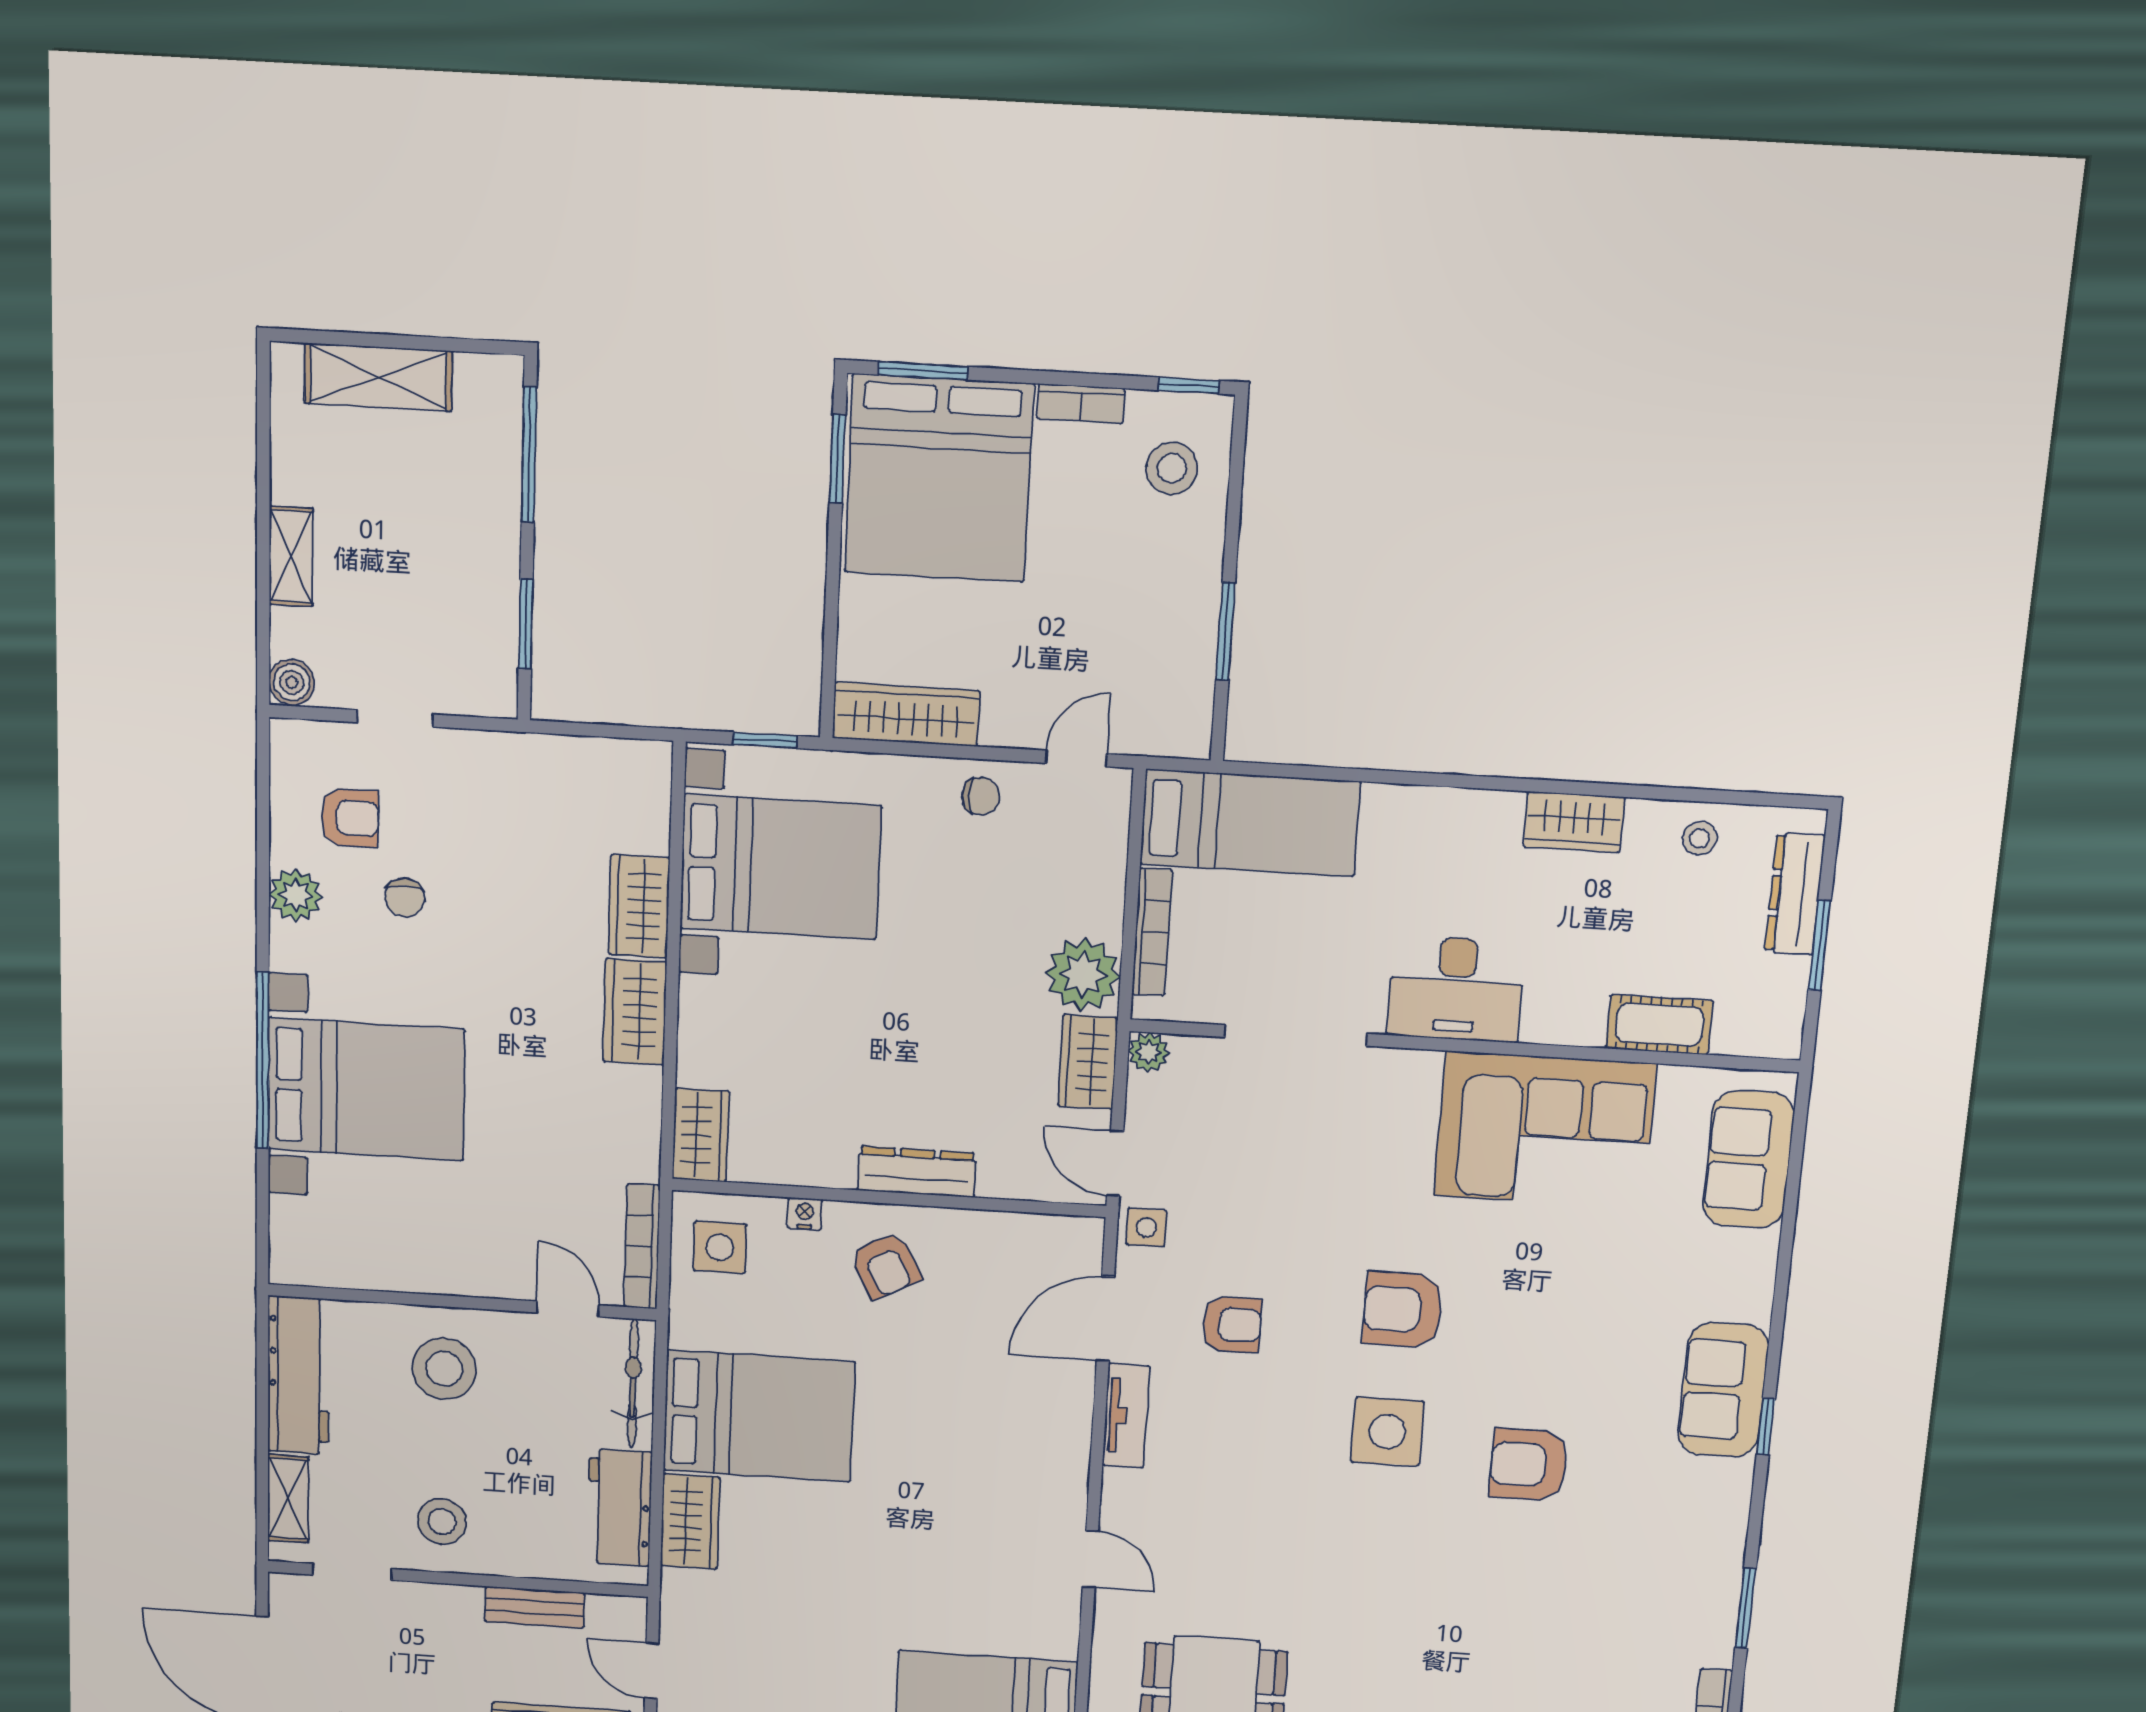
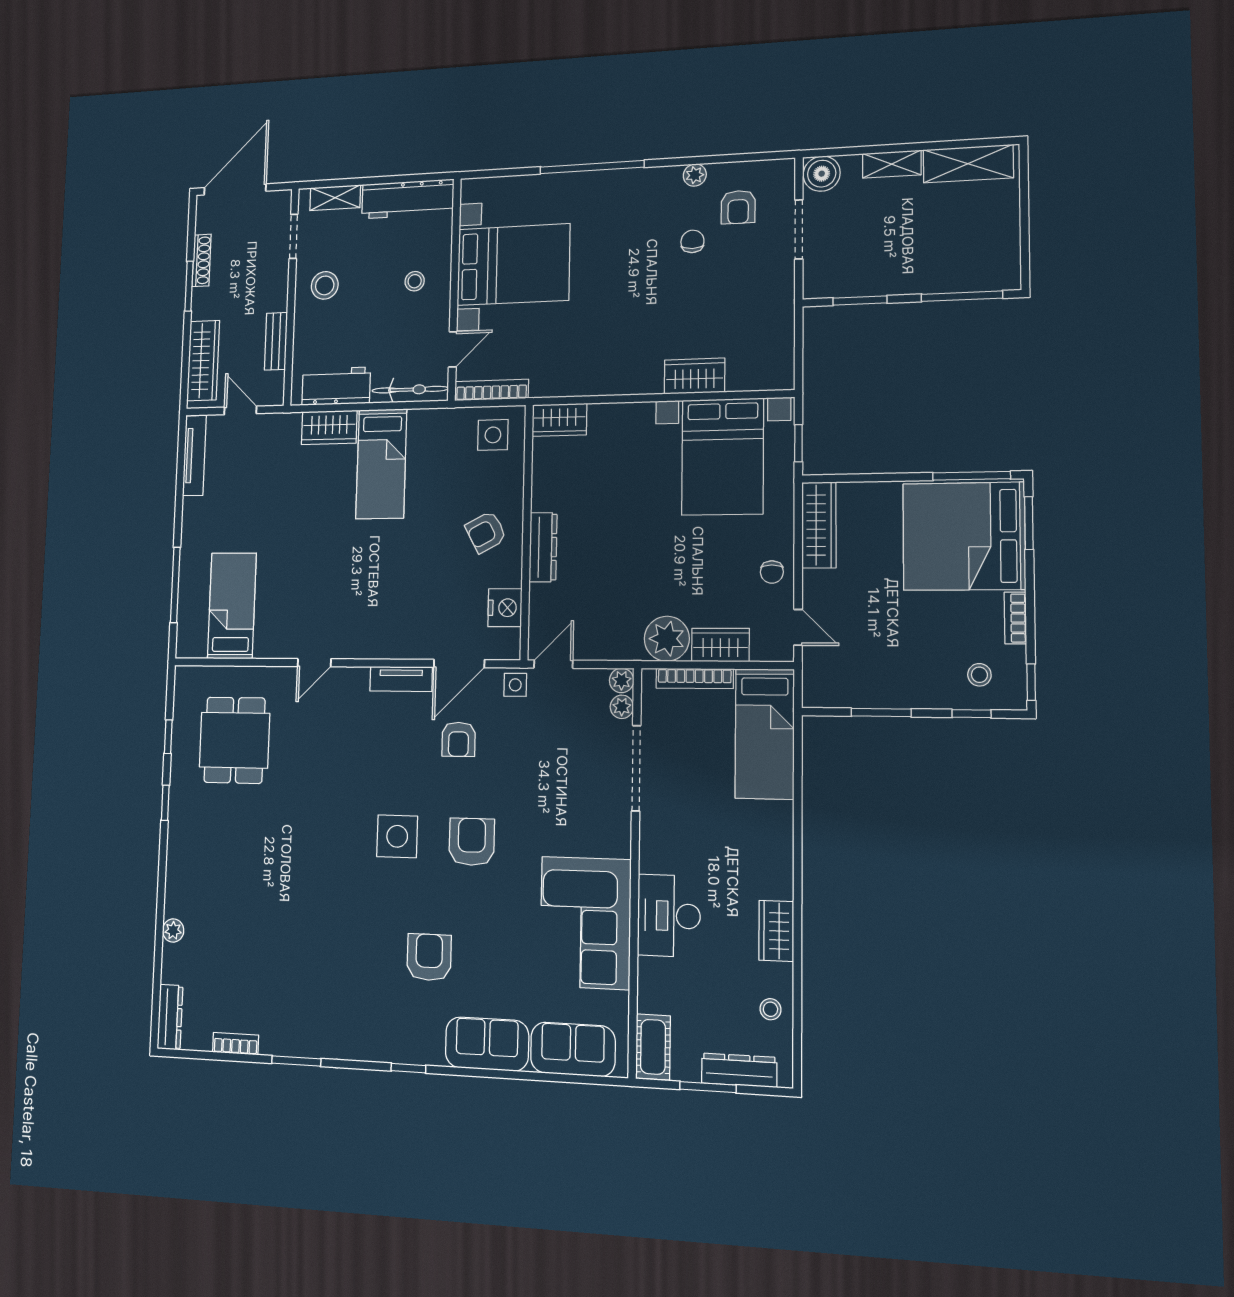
shelving: (378, 377) -> (968, 164), moved, turned 90
window: (837, 459) -> (972, 476), width x1.44
stool: (1172, 468) -> (979, 675), width x0.73, depth x0.73
window: (1235, 485) -> (971, 714), added
boiler: (292, 682) -> (822, 174), width x1.36, depth x1.36
doorway: (395, 718) -> (799, 229), width x1.38
plant: (296, 895) -> (695, 175), width x0.73, depth x0.73
chair: (405, 898) -> (692, 241), turned 90
desk: (1456, 989) -> (669, 916), moved
wardrobe: (635, 1012) -> (631, 377), removed
cot: (1659, 1025) -> (653, 1047), moved
plant: (1193, 1054) -> (622, 707), added
wardrobe: (1088, 1062) -> (720, 645), moved
bed with nightstands: (366, 1089) -> (513, 265), moved, turned -90
nightstand: (805, 1214) -> (505, 608), moved, width x1.89, depth x1.79
door: (1105, 1319) -> (459, 664), swing flipped
stool: (444, 1369) -> (415, 281), width x0.53, depth x0.53
sofa: (1723, 1390) -> (487, 1044), moved
bed: (759, 1416) -> (381, 464), width x0.67
armchair: (1529, 1465) -> (429, 957), moved
door: (652, 1671) -> (240, 410), hinge flipped

